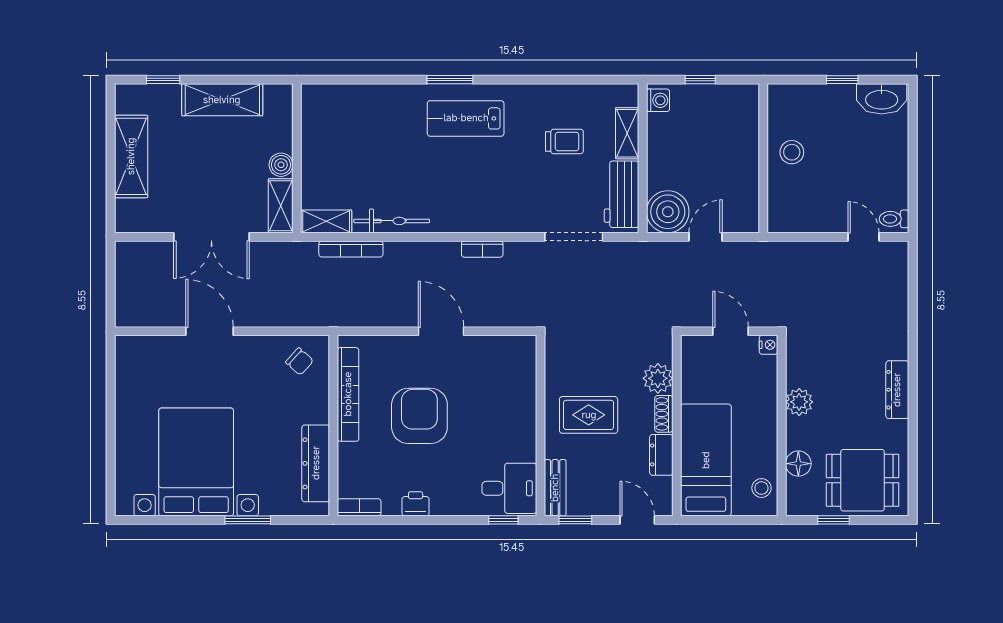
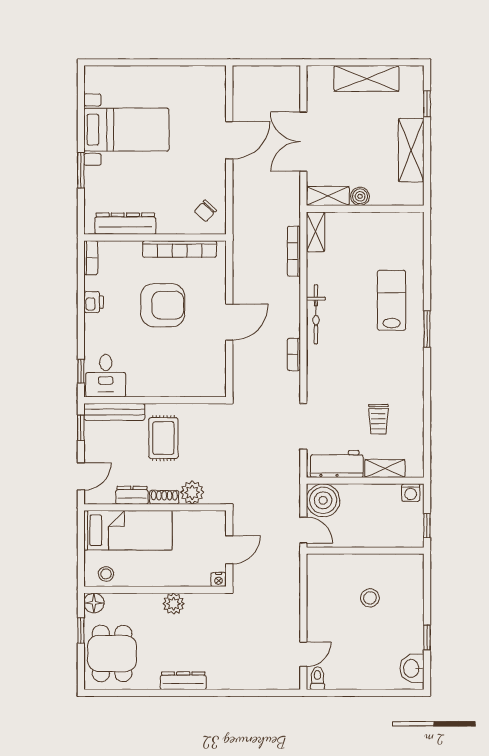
washbasin: (882, 99) -> (412, 668), width x0.72
lab bench: (466, 118) -> (392, 300), moved
wall: (763, 158) -> (365, 551), moved
bicycle: (392, 221) -> (316, 314), moved
bed with nightstands: (196, 462) -> (126, 130), width x0.73
floor lamp: (798, 464) -> (94, 603), moved
bench: (555, 488) -> (114, 412), width x1.36

